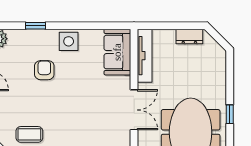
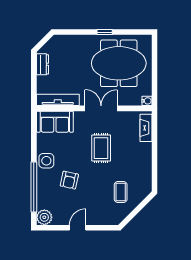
window: (36, 26) -> (34, 187), width x3.17
armchair: (44, 70) -> (69, 180), turned -78
rug: (84, 110) -> (101, 148), added

